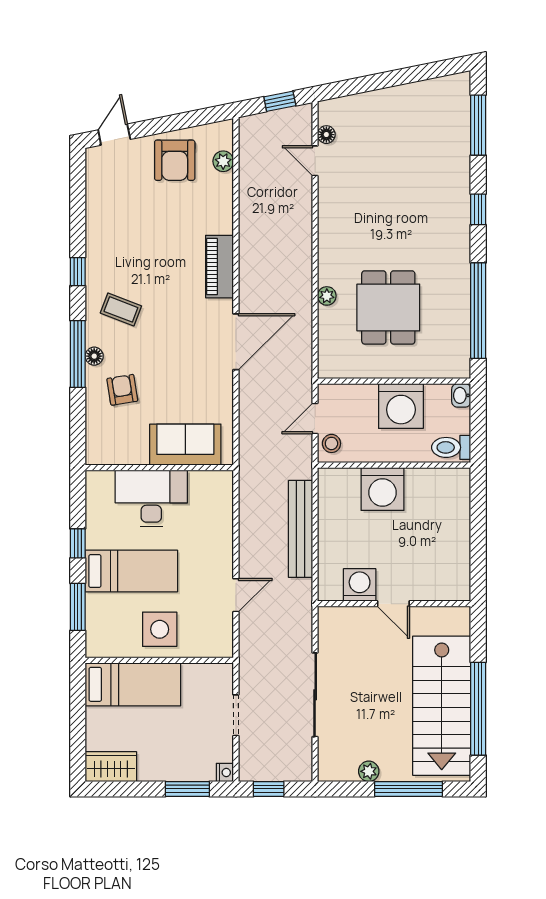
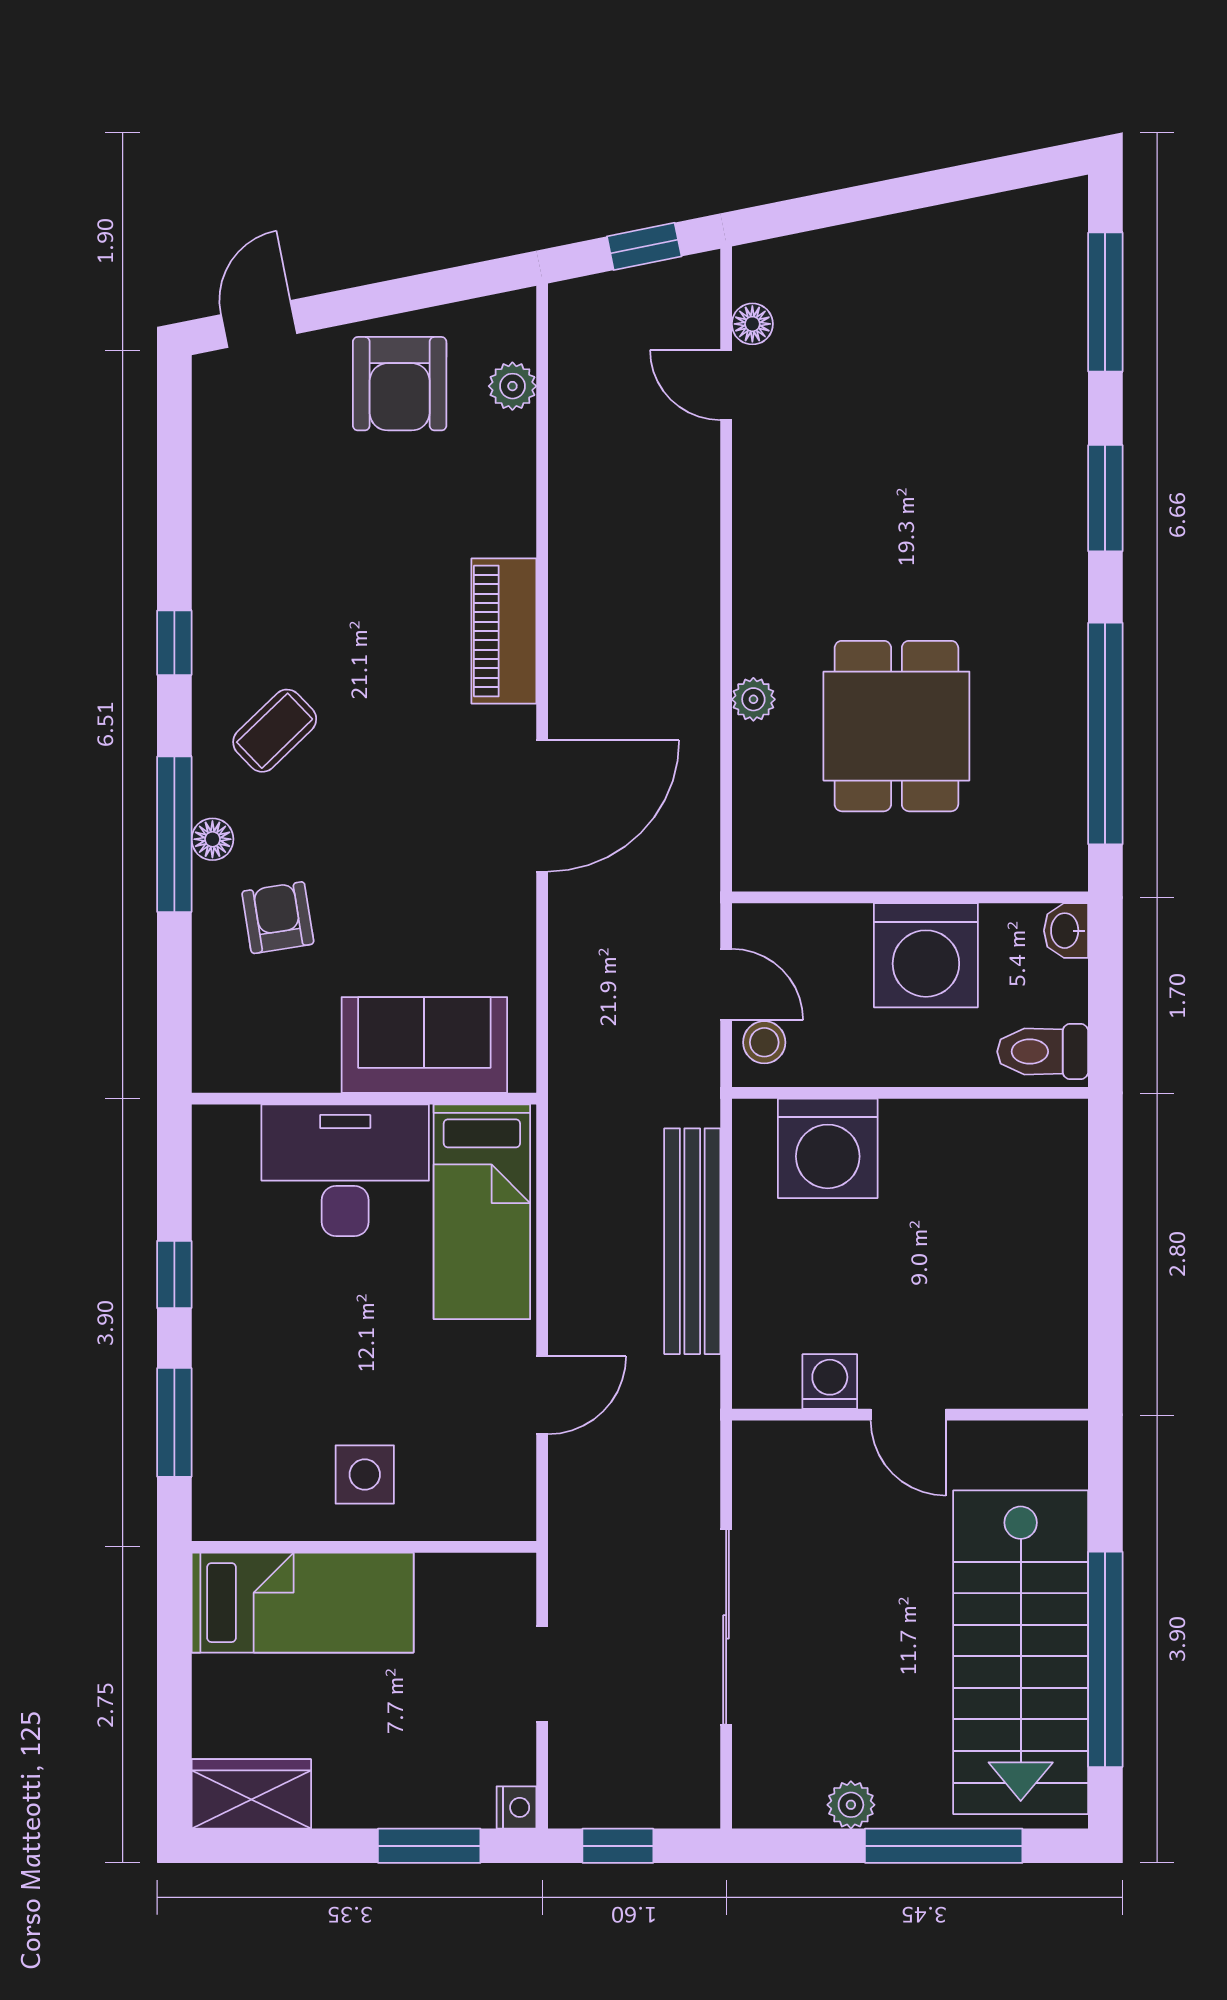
window: (478, 209) -> (1105, 498), width x1.50
coffee table: (121, 309) -> (275, 731), turned -65
door: (315, 419) -> (726, 984), swing flipped
washing machine: (382, 489) -> (828, 1148), moved
bed: (131, 571) -> (482, 1212), moved, turned 90
washing machine: (360, 585) -> (830, 1382), width x0.73, depth x0.73
side table: (160, 629) -> (365, 1474), width x0.73, depth x0.73

